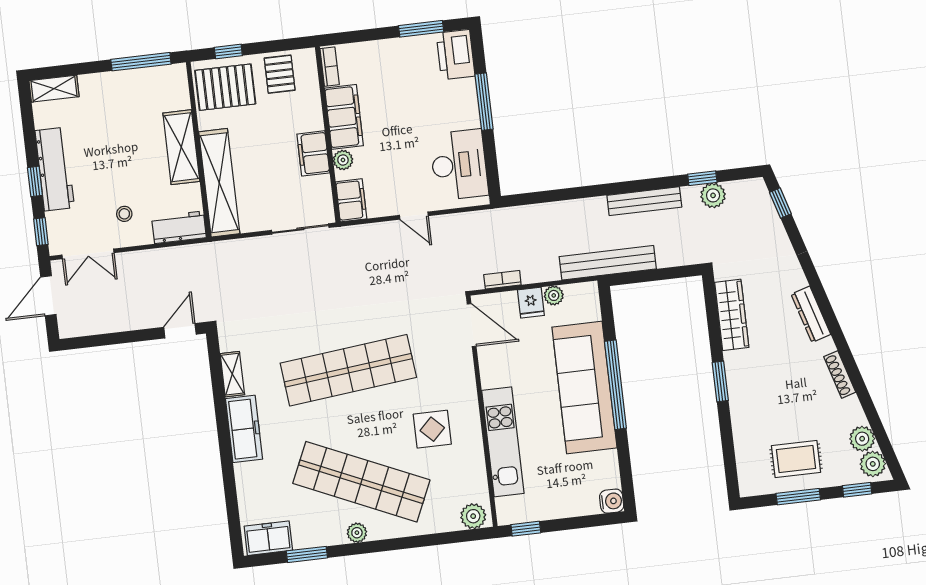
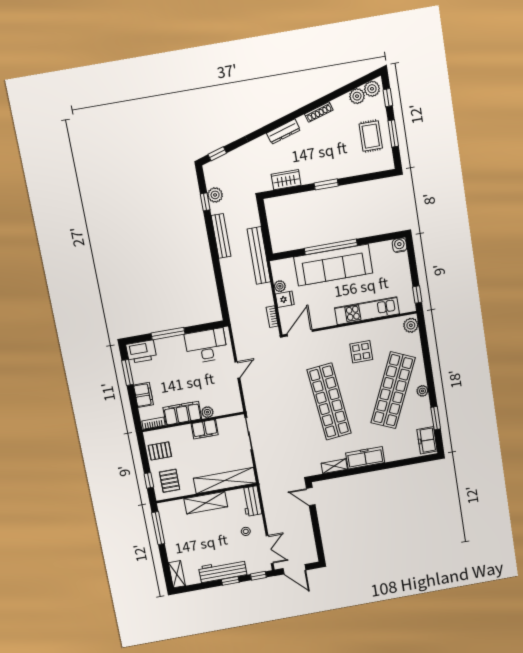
pallet: (225, 87) -> (170, 481), width x0.67, depth x0.71
filing cabinet: (351, 200) -> (143, 395), moved, turned 90
wardrobe: (732, 315) -> (286, 180), width x0.67

